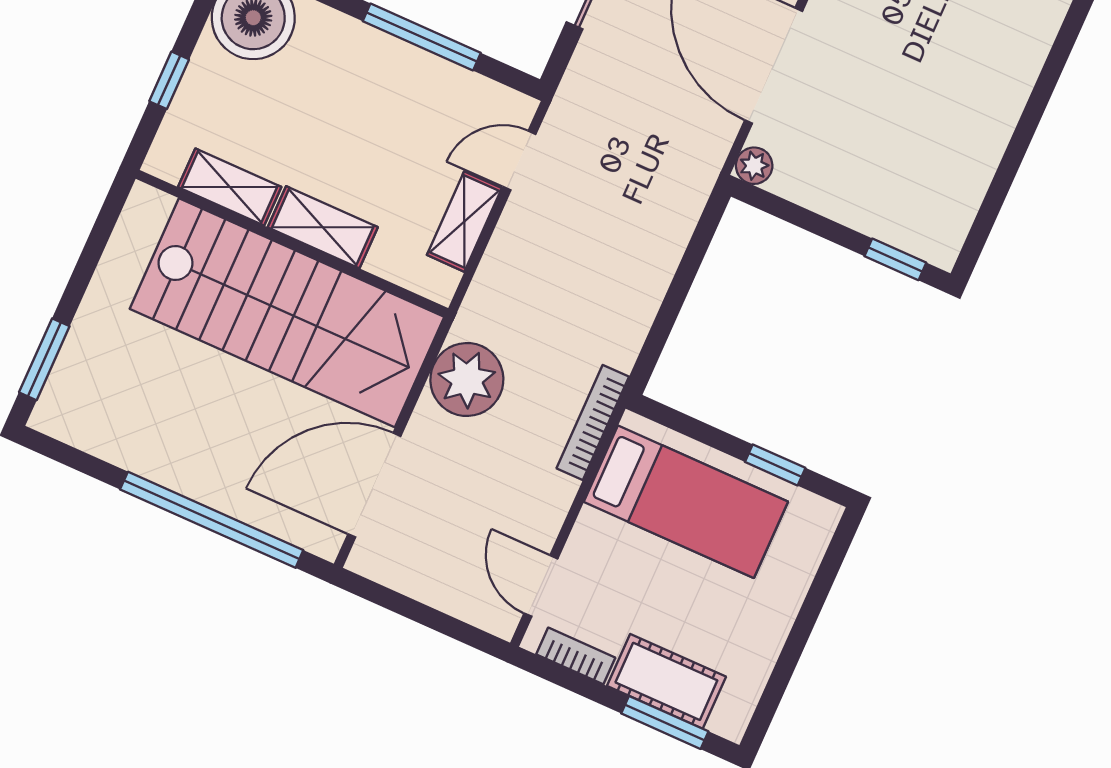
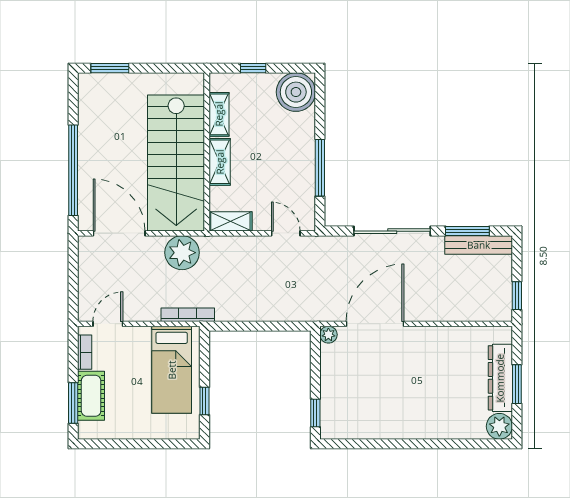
shelving: (464, 222) -> (230, 221), moved

